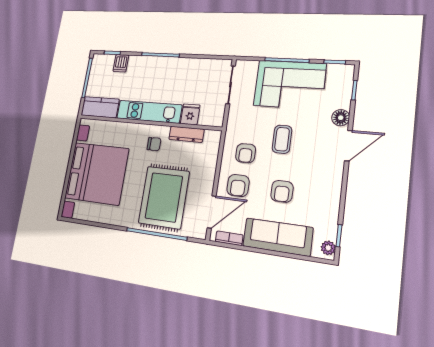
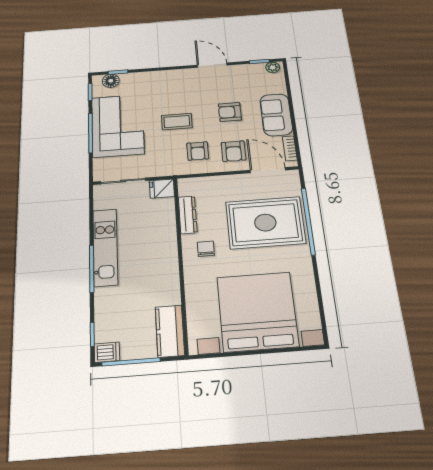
dishwasher: (121, 63) -> (107, 352), moved
kitchen unit: (149, 112) -> (105, 247), moved, turned 180
fridge: (190, 114) -> (162, 189), moved
floor lamp: (341, 118) -> (111, 81), moved
door: (348, 146) -> (212, 65), moved
armchair: (246, 153) -> (198, 151), turned 90
armchair: (238, 185) -> (233, 151), turned 90
armchair: (282, 191) -> (230, 112), turned 180
sofa: (278, 237) -> (276, 115), width x0.73

